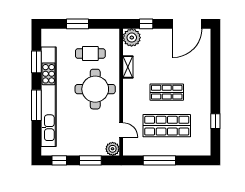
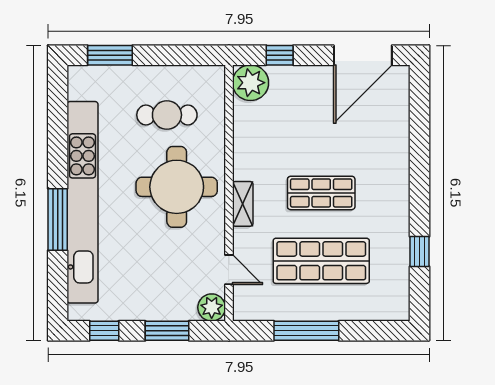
window: (77, 24) -> (110, 55), moved
window: (36, 62) -> (58, 132), removed
shelving: (128, 67) -> (243, 204), moved

